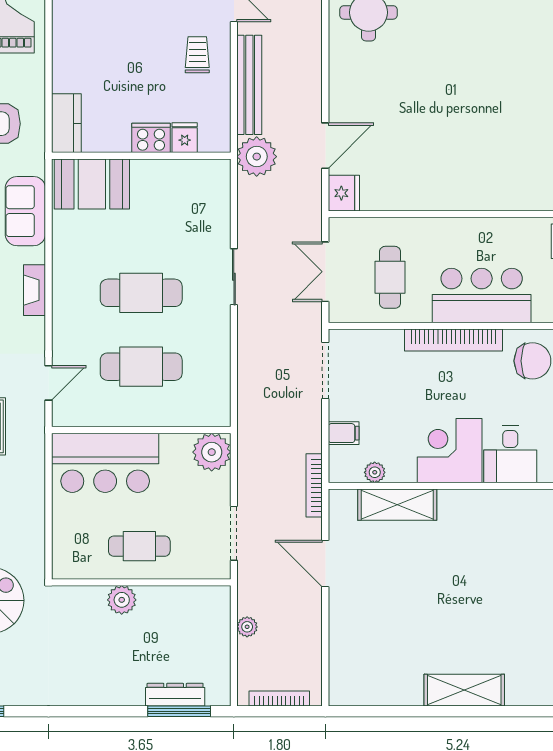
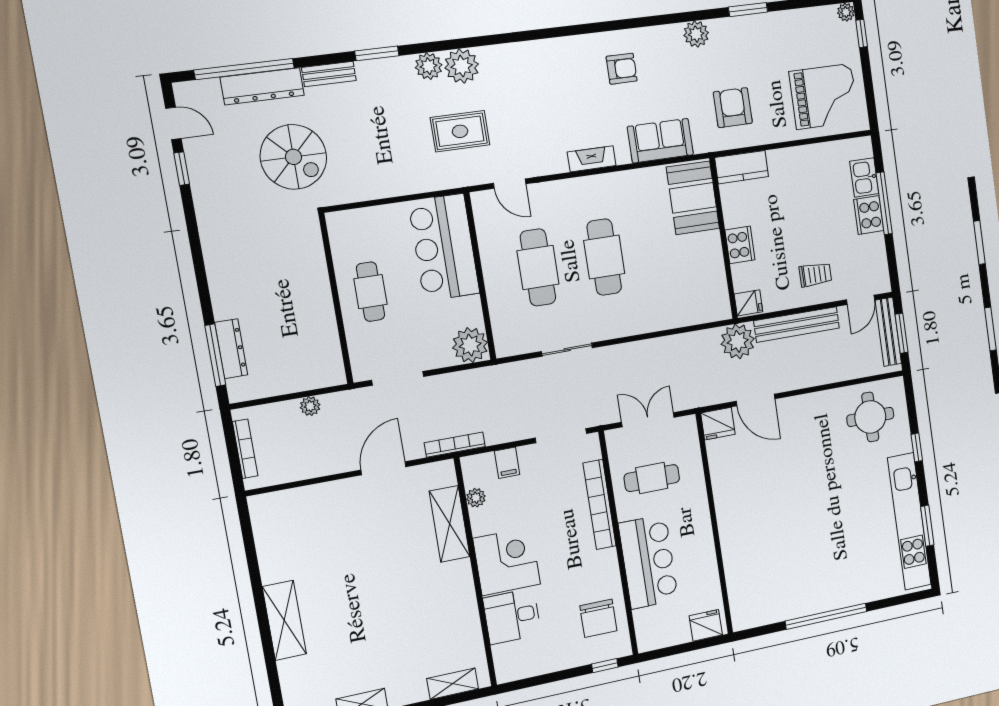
fridge: (185, 138) -> (748, 303), moved
sliding door: (234, 277) -> (567, 350), moved
bookcase: (453, 340) -> (600, 504), moved
plant: (122, 600) -> (316, 283), removed

